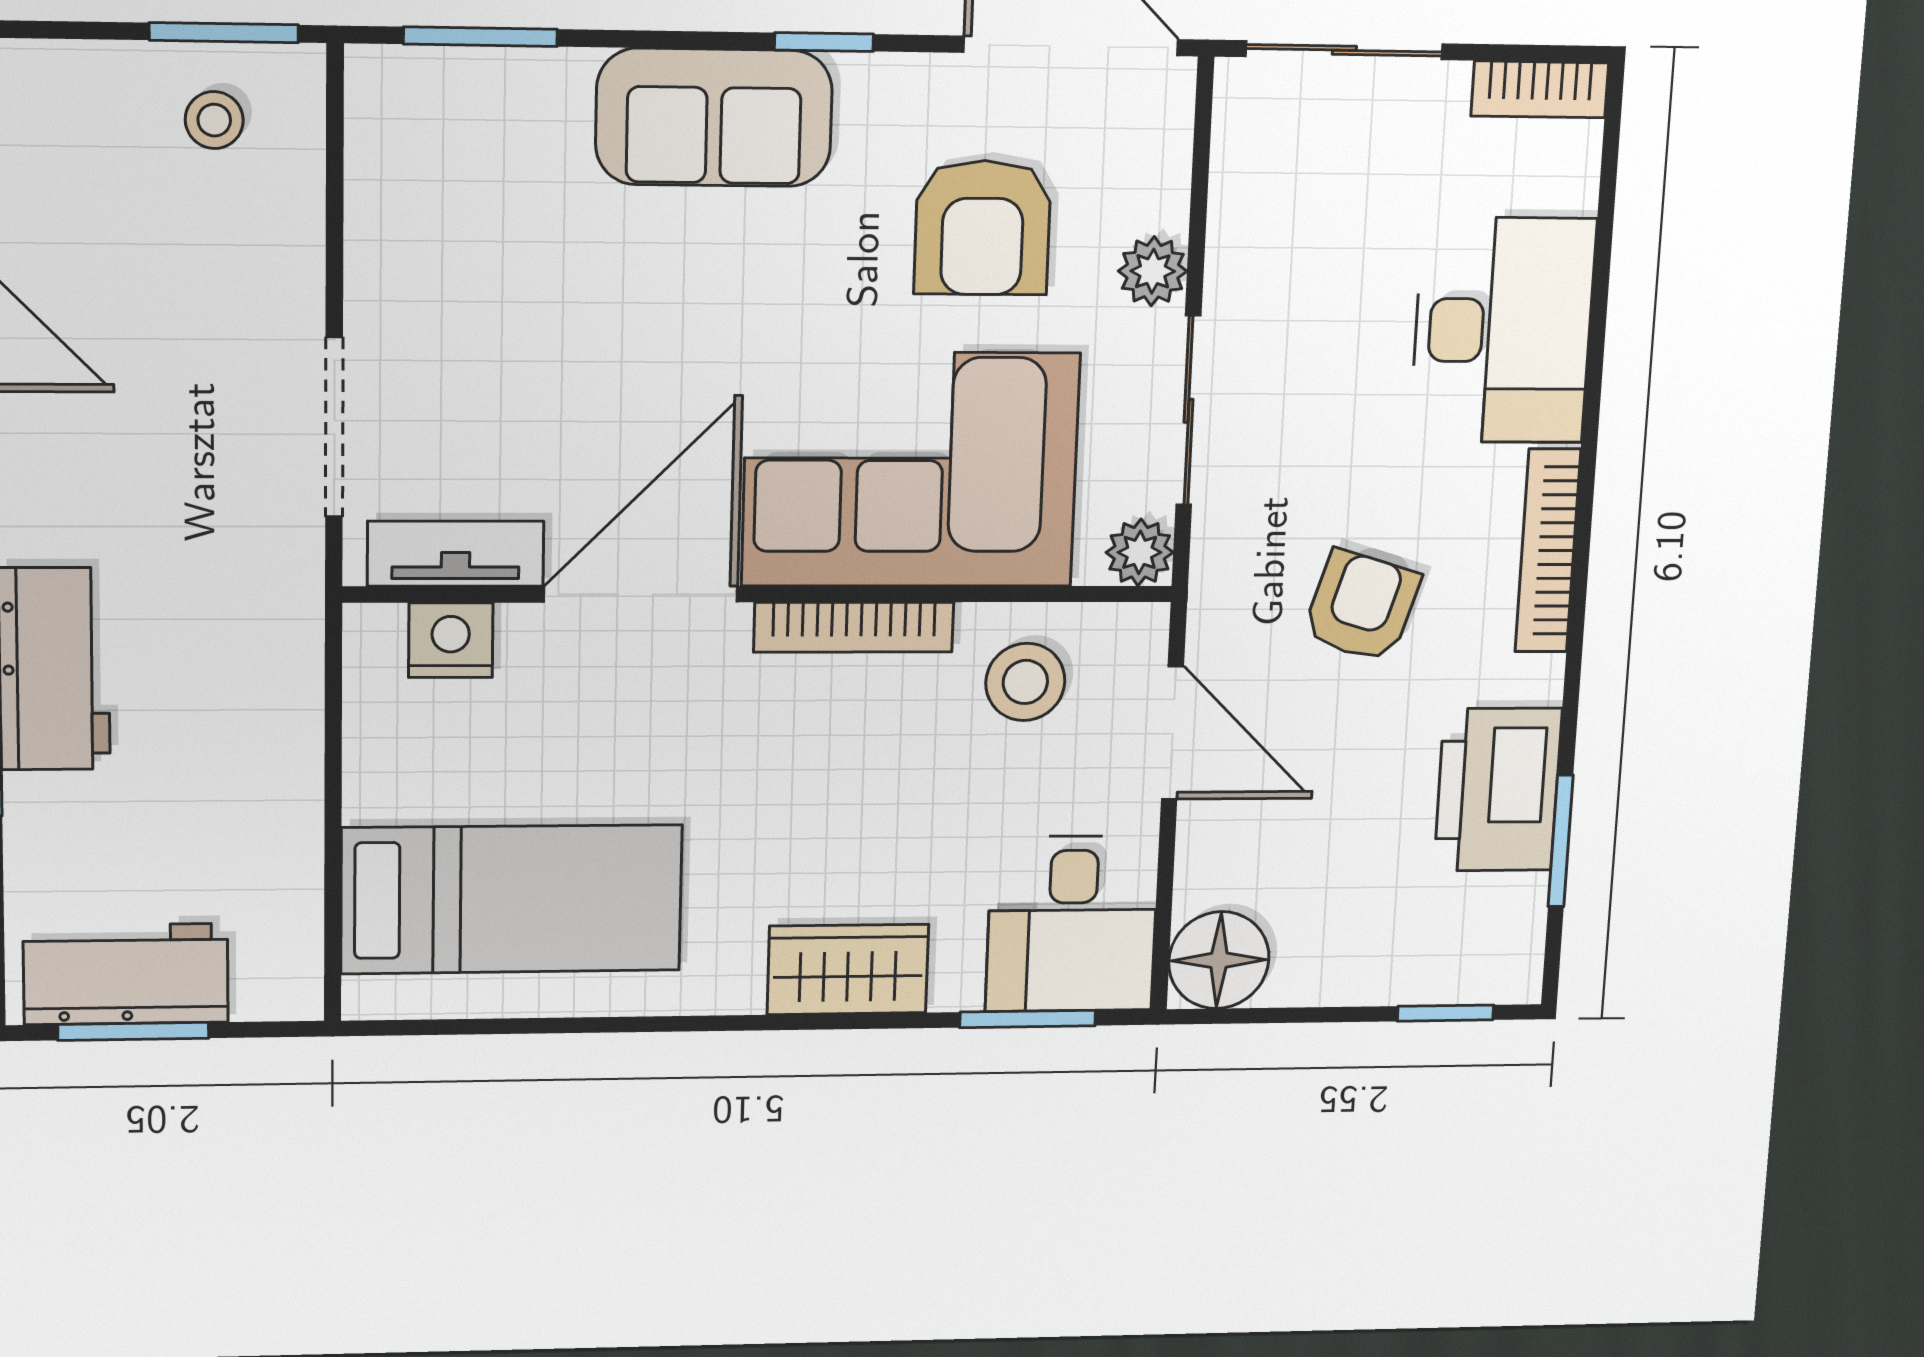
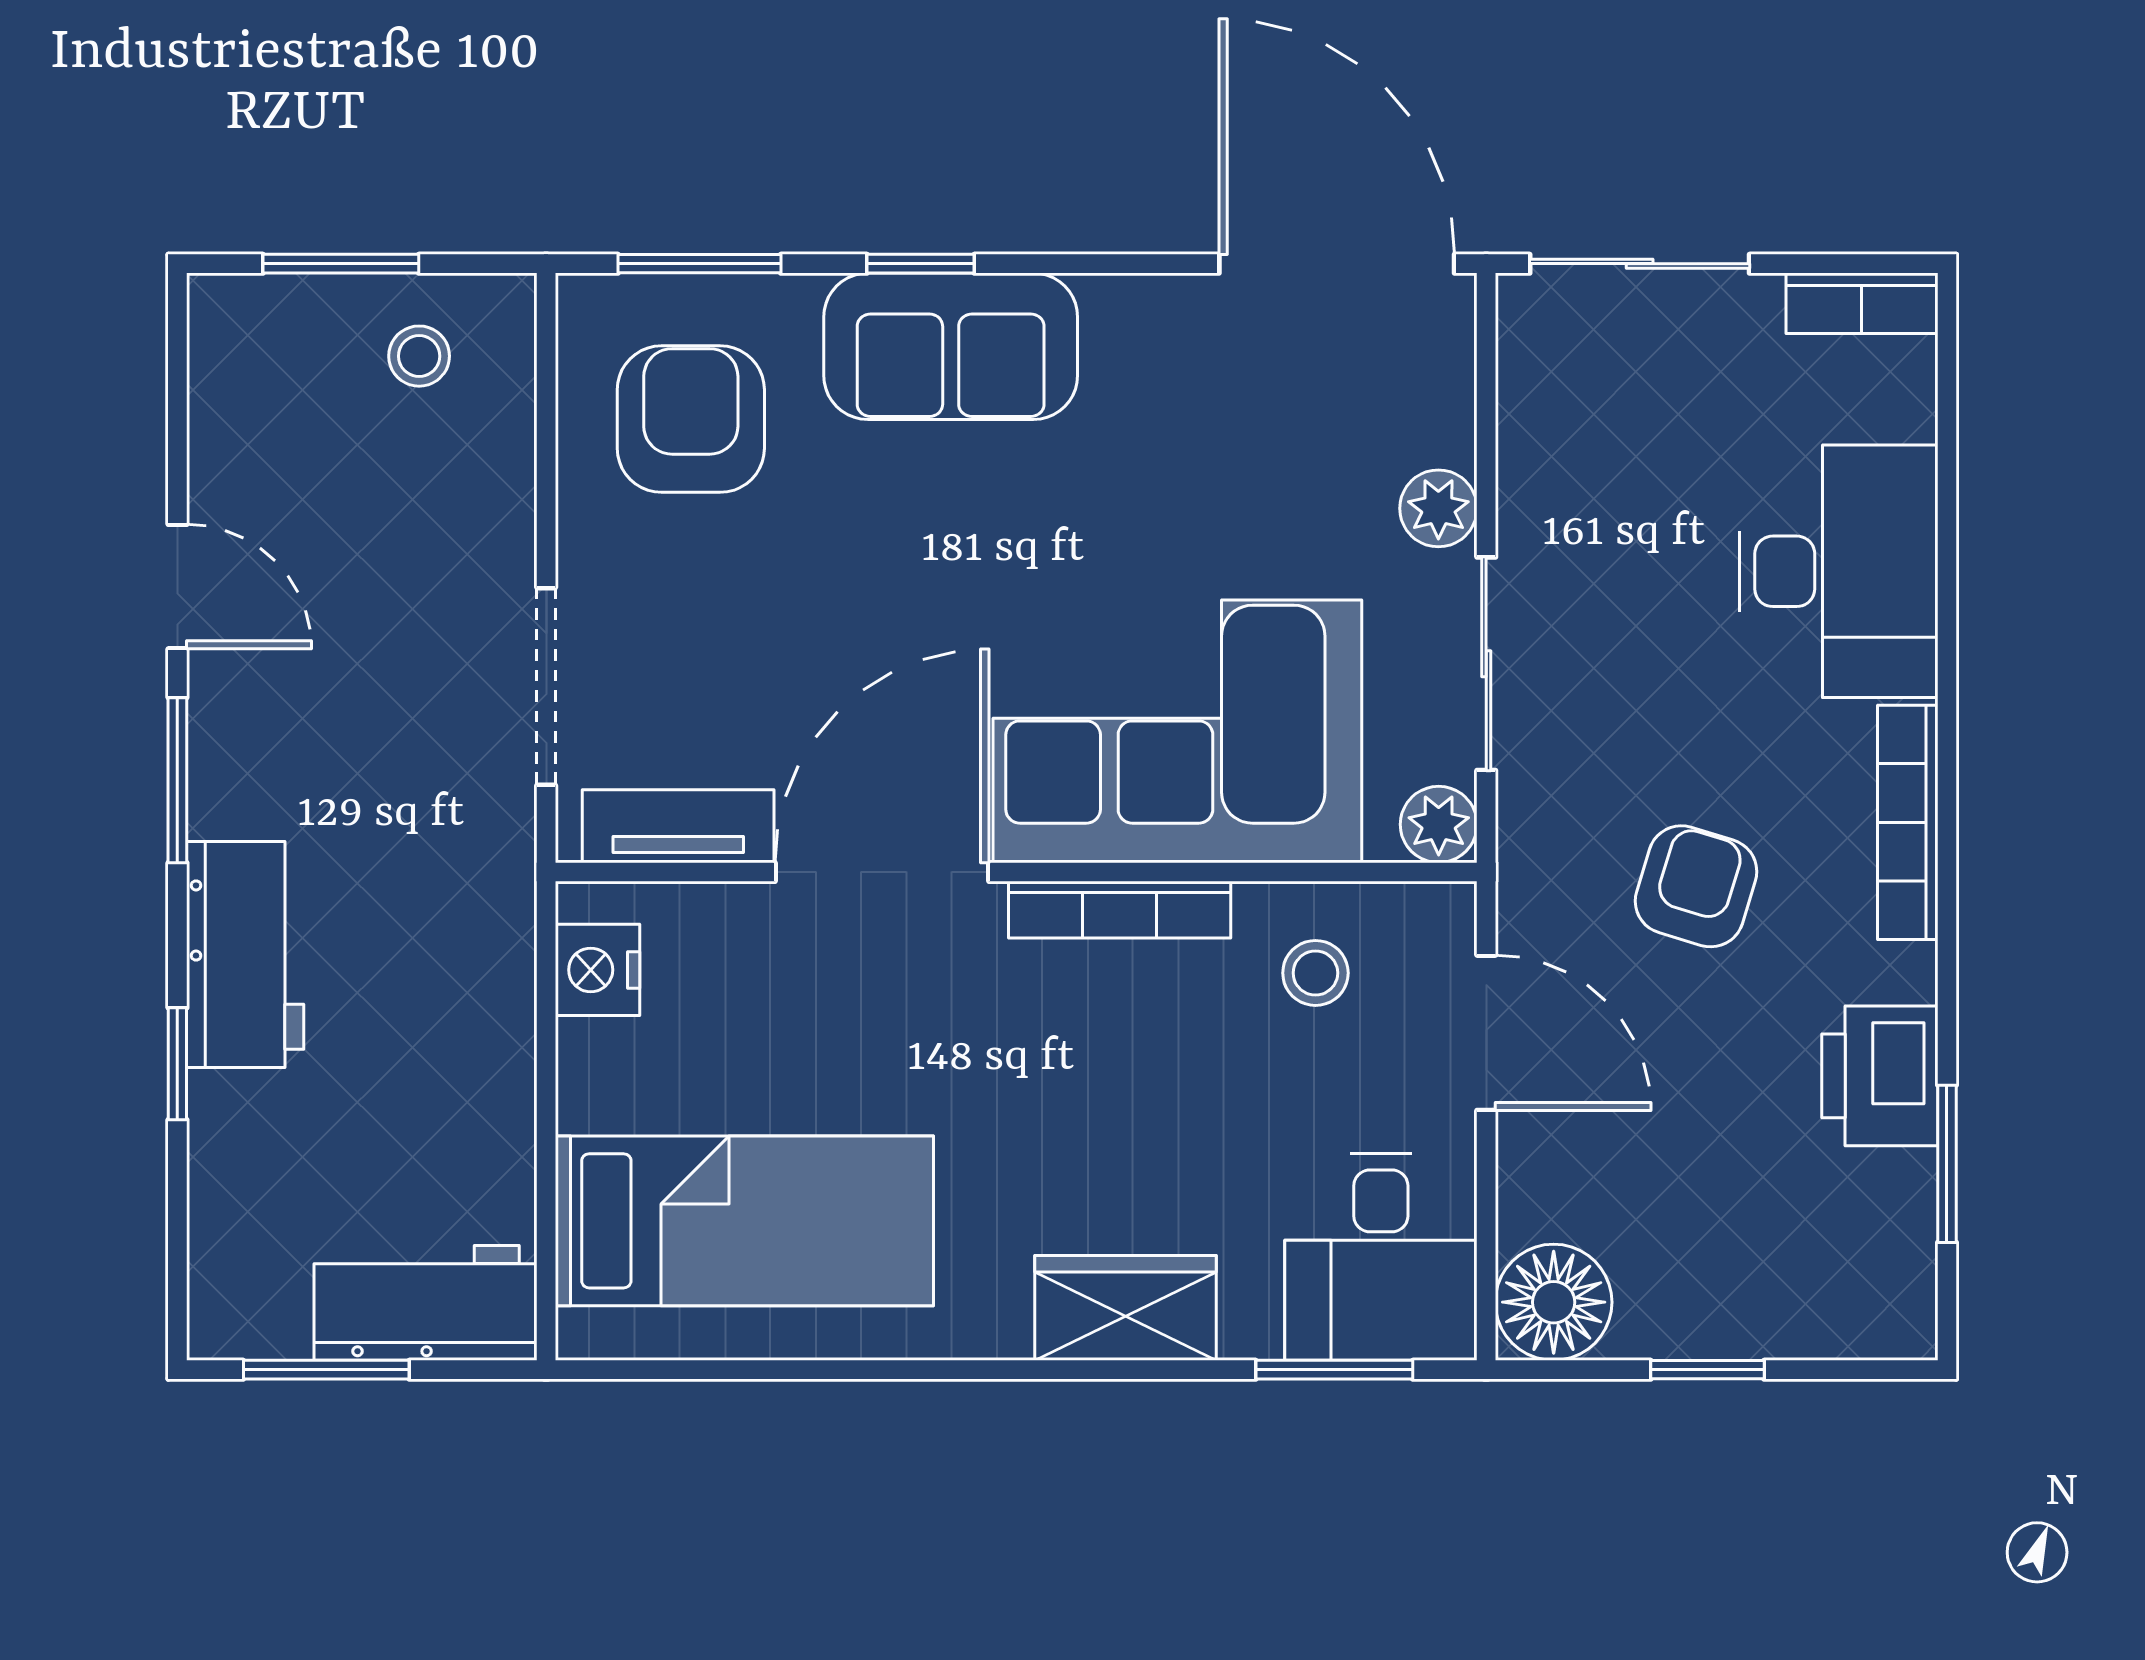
window: (224, 33) -> (341, 264), moved
window: (824, 42) -> (921, 264), moved
armchair: (983, 228) -> (691, 419), moved, turned 180
nightstand: (451, 640) -> (597, 970), moved, turned -90
stool: (1025, 682) -> (1315, 973), width x0.73, depth x0.73
printer: (1498, 790) -> (1880, 1076), width x0.73, depth x0.84
workbench: (126, 974) -> (425, 1303), moved
window: (1445, 1013) -> (1707, 1370), moved

